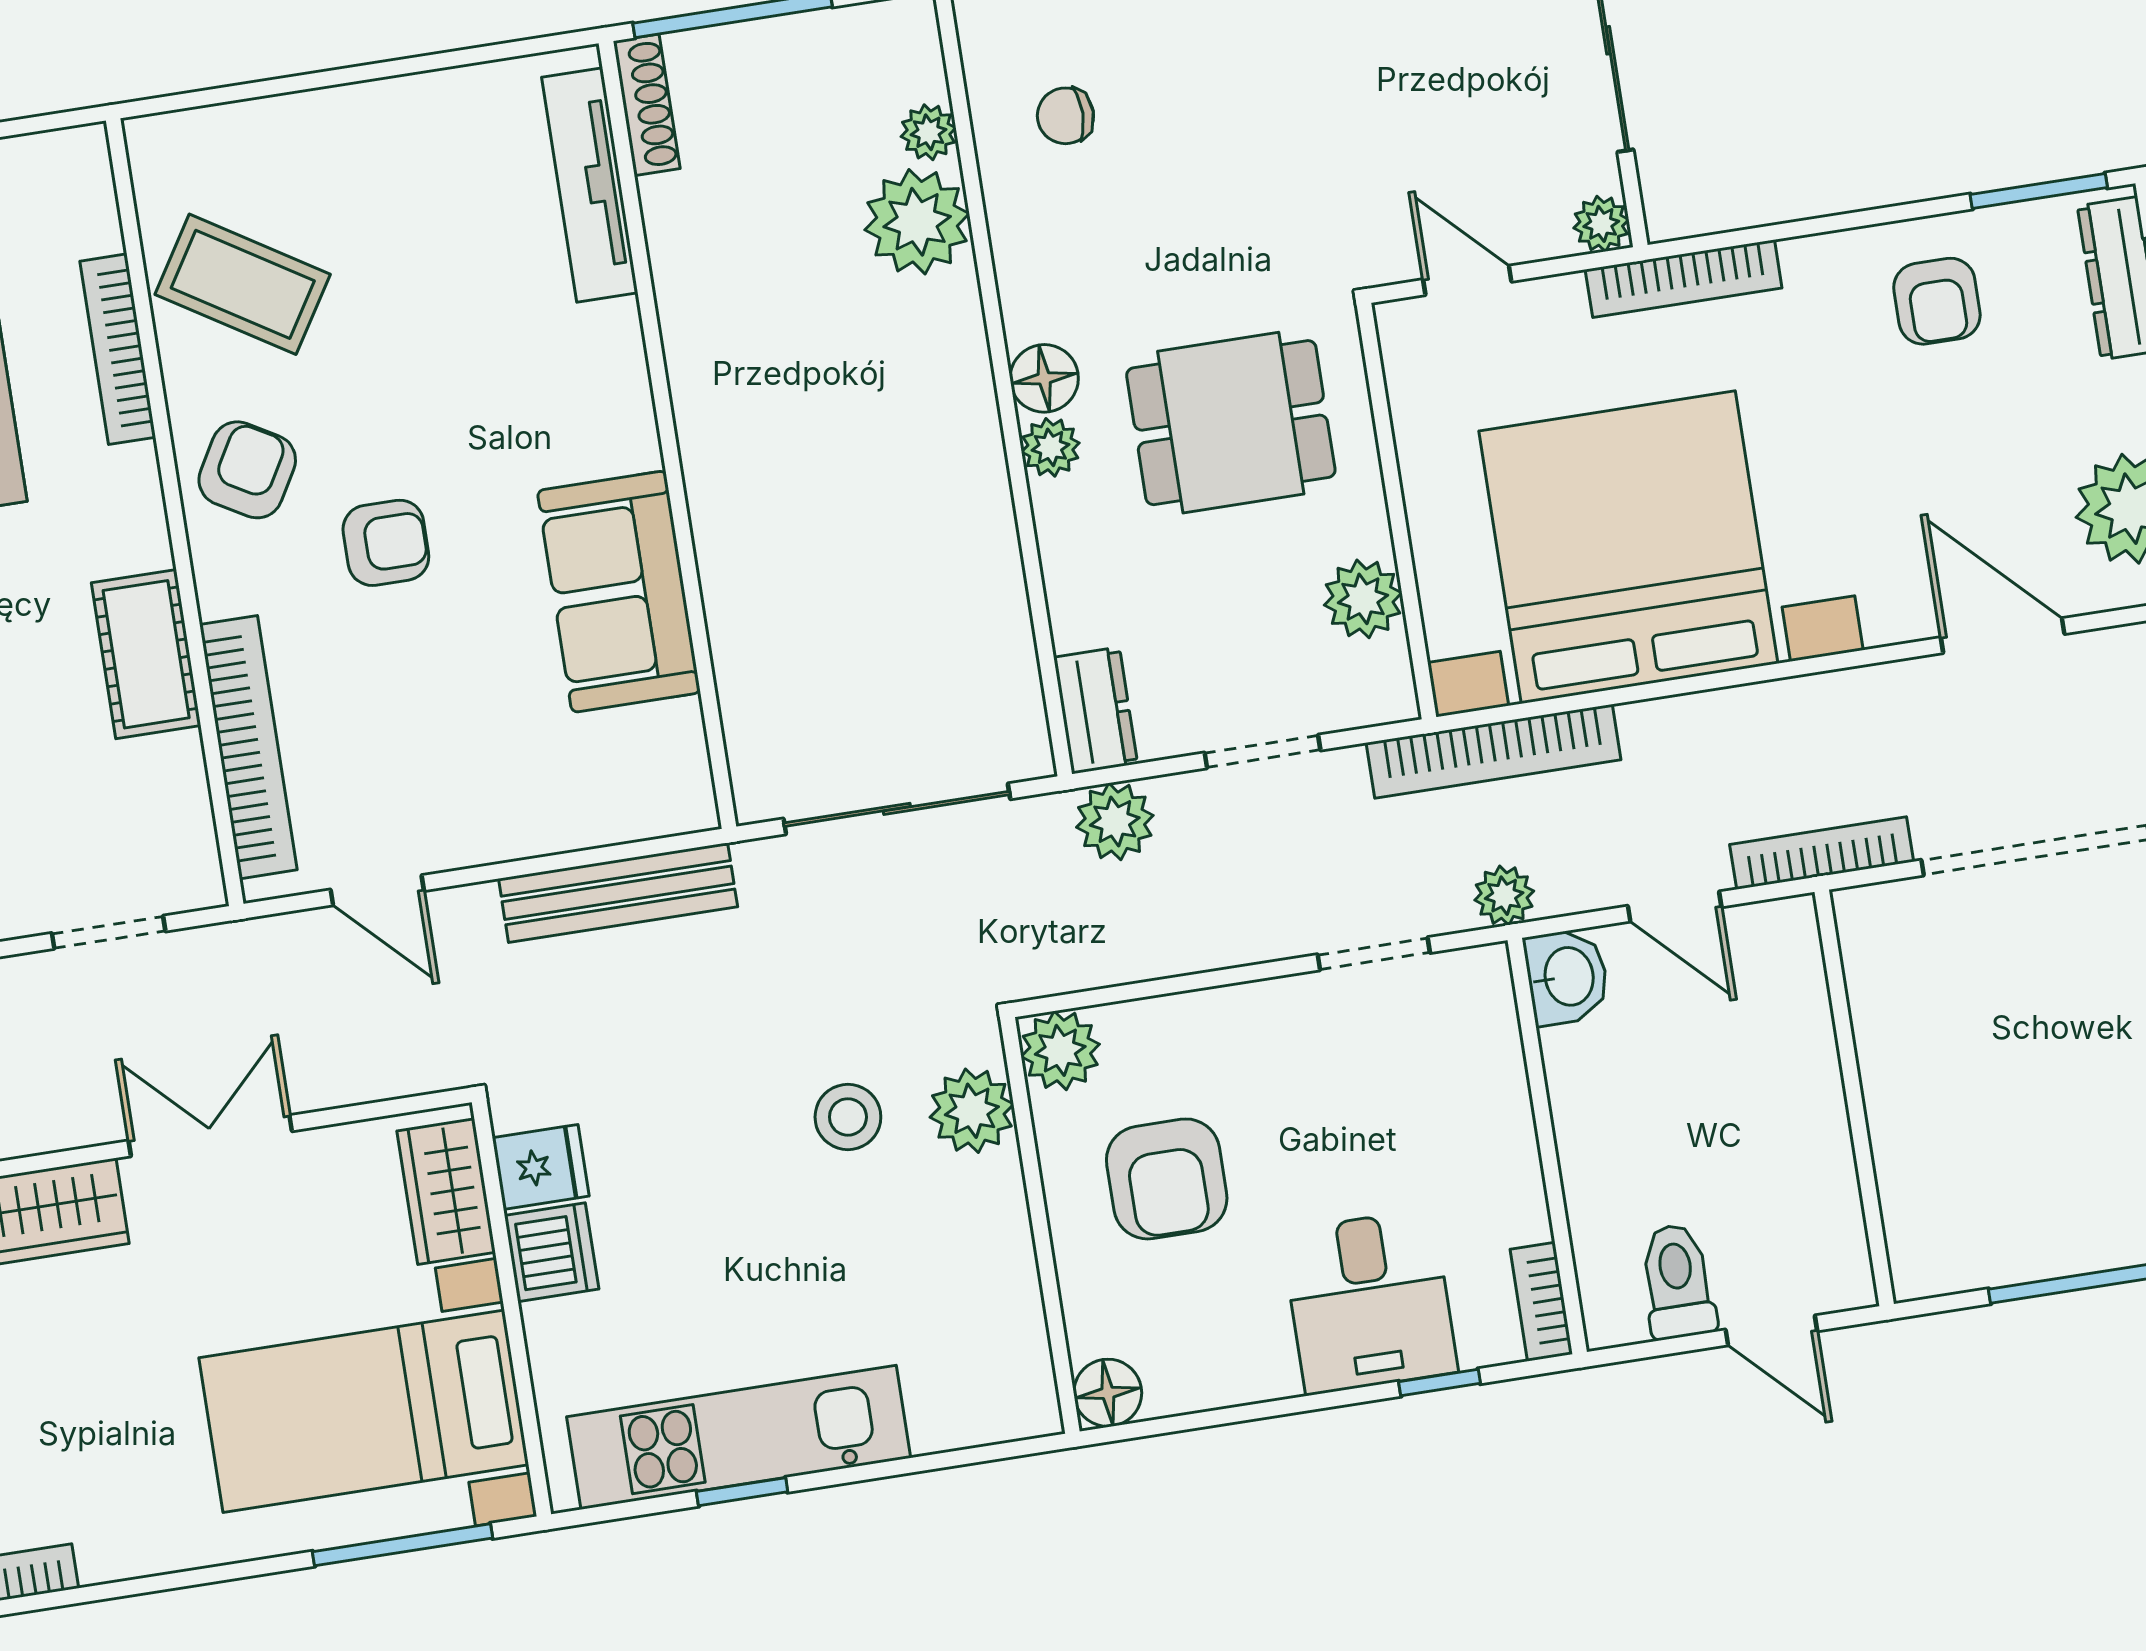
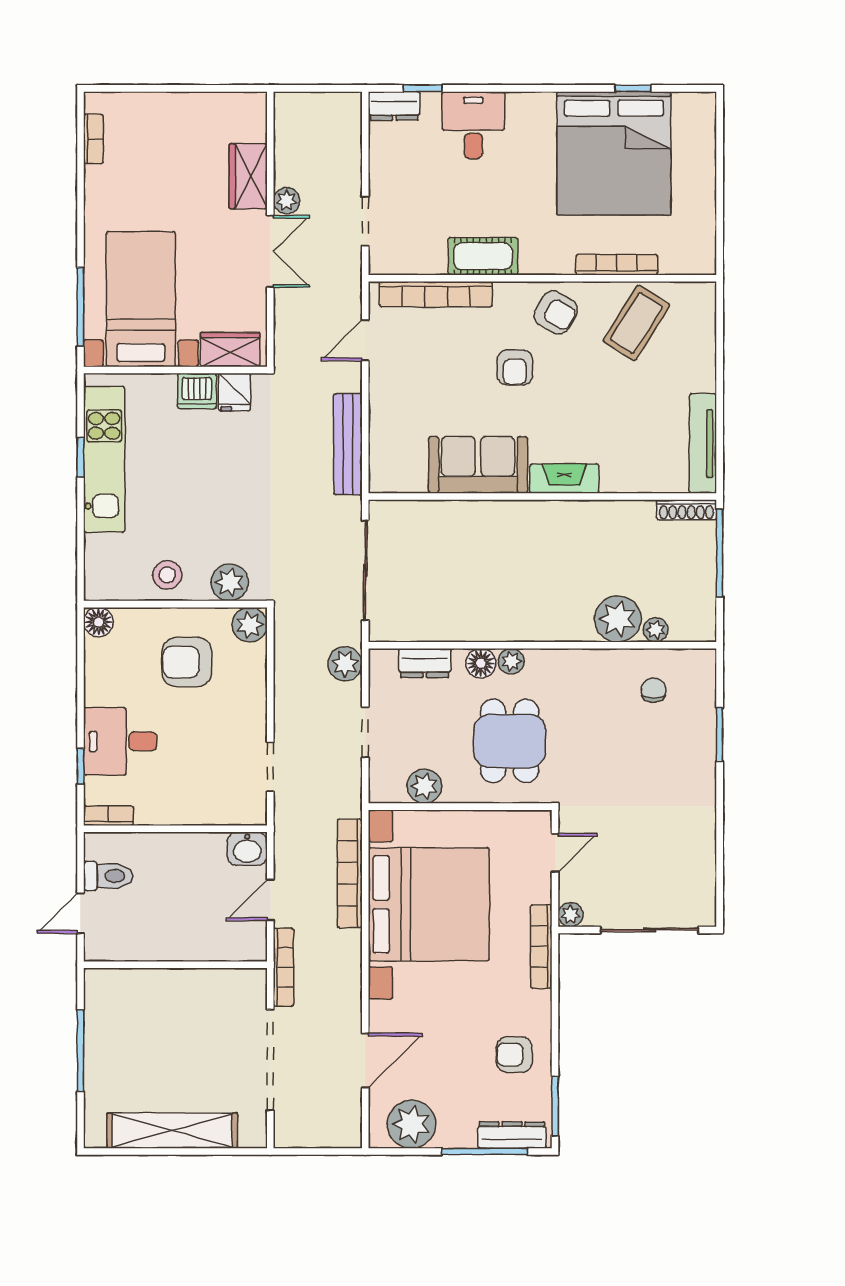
tv unit: (590, 185) -> (703, 443), moved, turned -90
floor lamp: (1044, 378) -> (481, 663), moved
fireplace: (619, 392) -> (564, 479), added
dresser: (1096, 710) -> (425, 663), moved
bookcase: (1494, 751) -> (350, 873), moved
plant: (1504, 896) -> (287, 201), moved
stool: (848, 1117) -> (167, 575), moved

